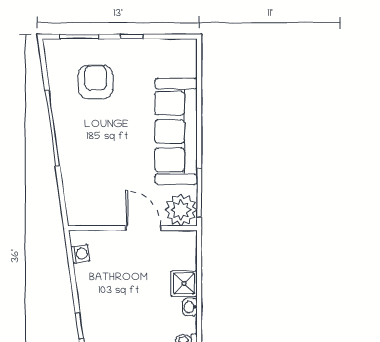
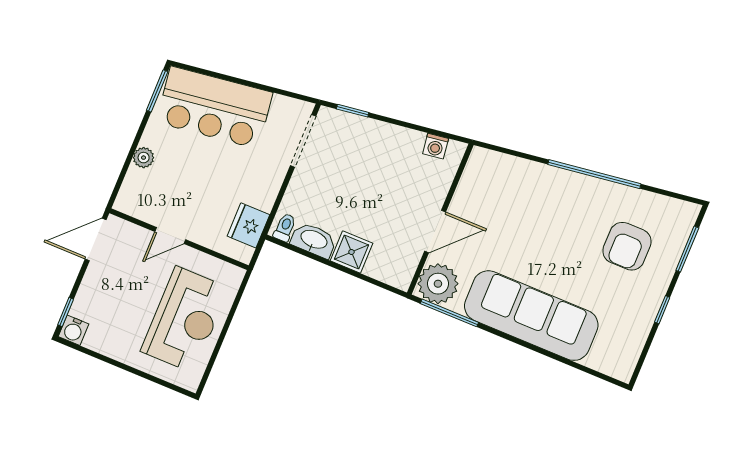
armchair: (96, 82) -> (627, 246), turned 90
washbasin: (190, 307) -> (314, 240), width x1.91, depth x1.45

